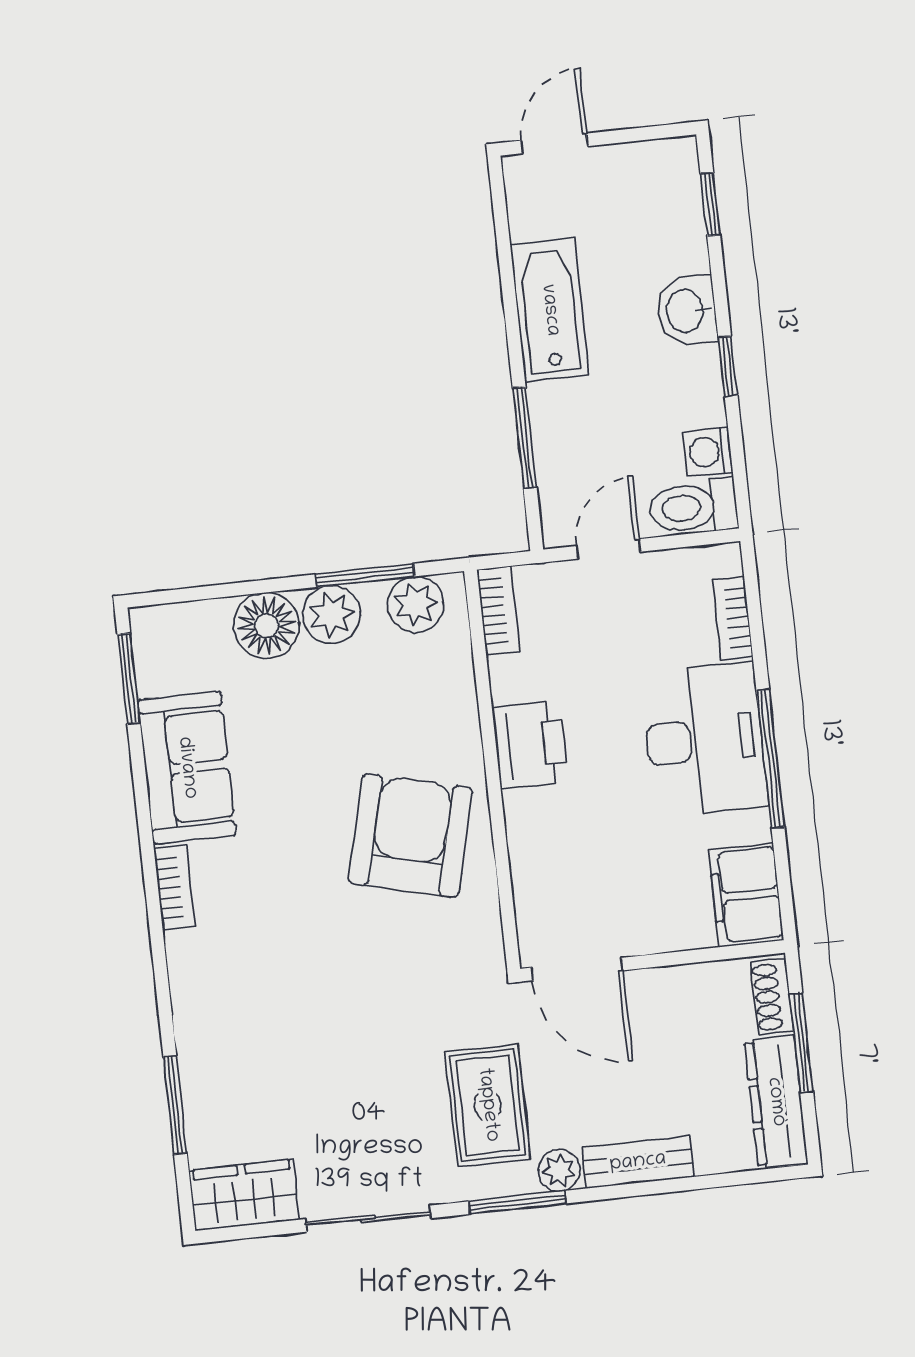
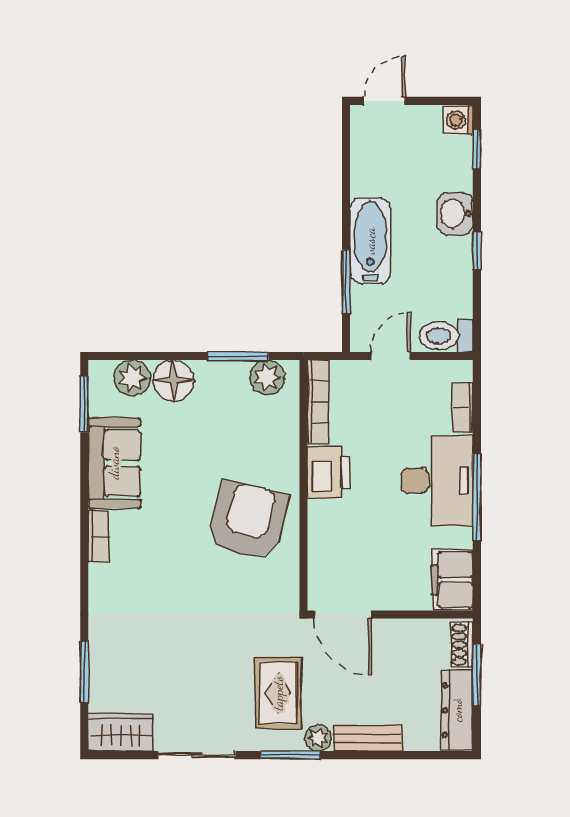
bathtub: (550, 310) -> (370, 241), moved
washing machine: (708, 452) -> (459, 120), moved
bookcase: (498, 610) -> (318, 402), width x1.56
plant: (332, 614) -> (132, 378), moved

